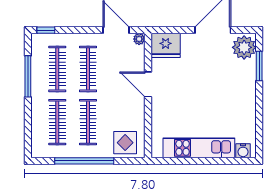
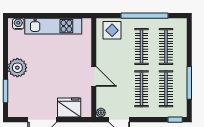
fridge: (166, 45) -> (69, 107), moved
plant: (244, 47) -> (17, 68), moved

